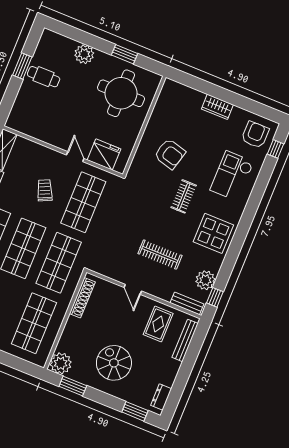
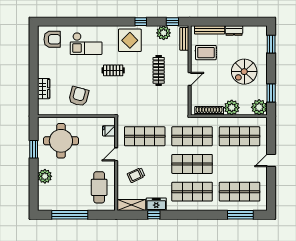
window: (22, 66) -> (70, 215), width x2.11
cafe table: (44, 77) -> (99, 187), moved, width x1.37, depth x1.35
wardrobe: (217, 107) -> (44, 89), moved
armchair: (255, 135) -> (52, 39), turned 180
window: (275, 149) -> (141, 22), moved
fridge: (104, 154) -> (109, 131), width x0.53, depth x0.75
armchair: (170, 154) -> (79, 96), moved
trolley: (45, 190) -> (136, 175), moved
plant: (75, 328) -> (232, 108), added
dresser: (161, 397) -> (234, 30), moved

